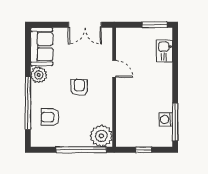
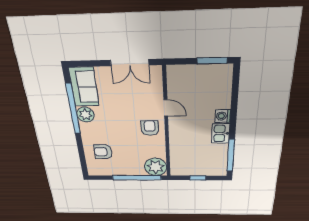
kitchen sink: (164, 51) -> (221, 133), moved
armchair: (79, 87) -> (150, 128), moved
window: (28, 103) -> (73, 109), moved
washing machine: (166, 119) -> (223, 116), moved

